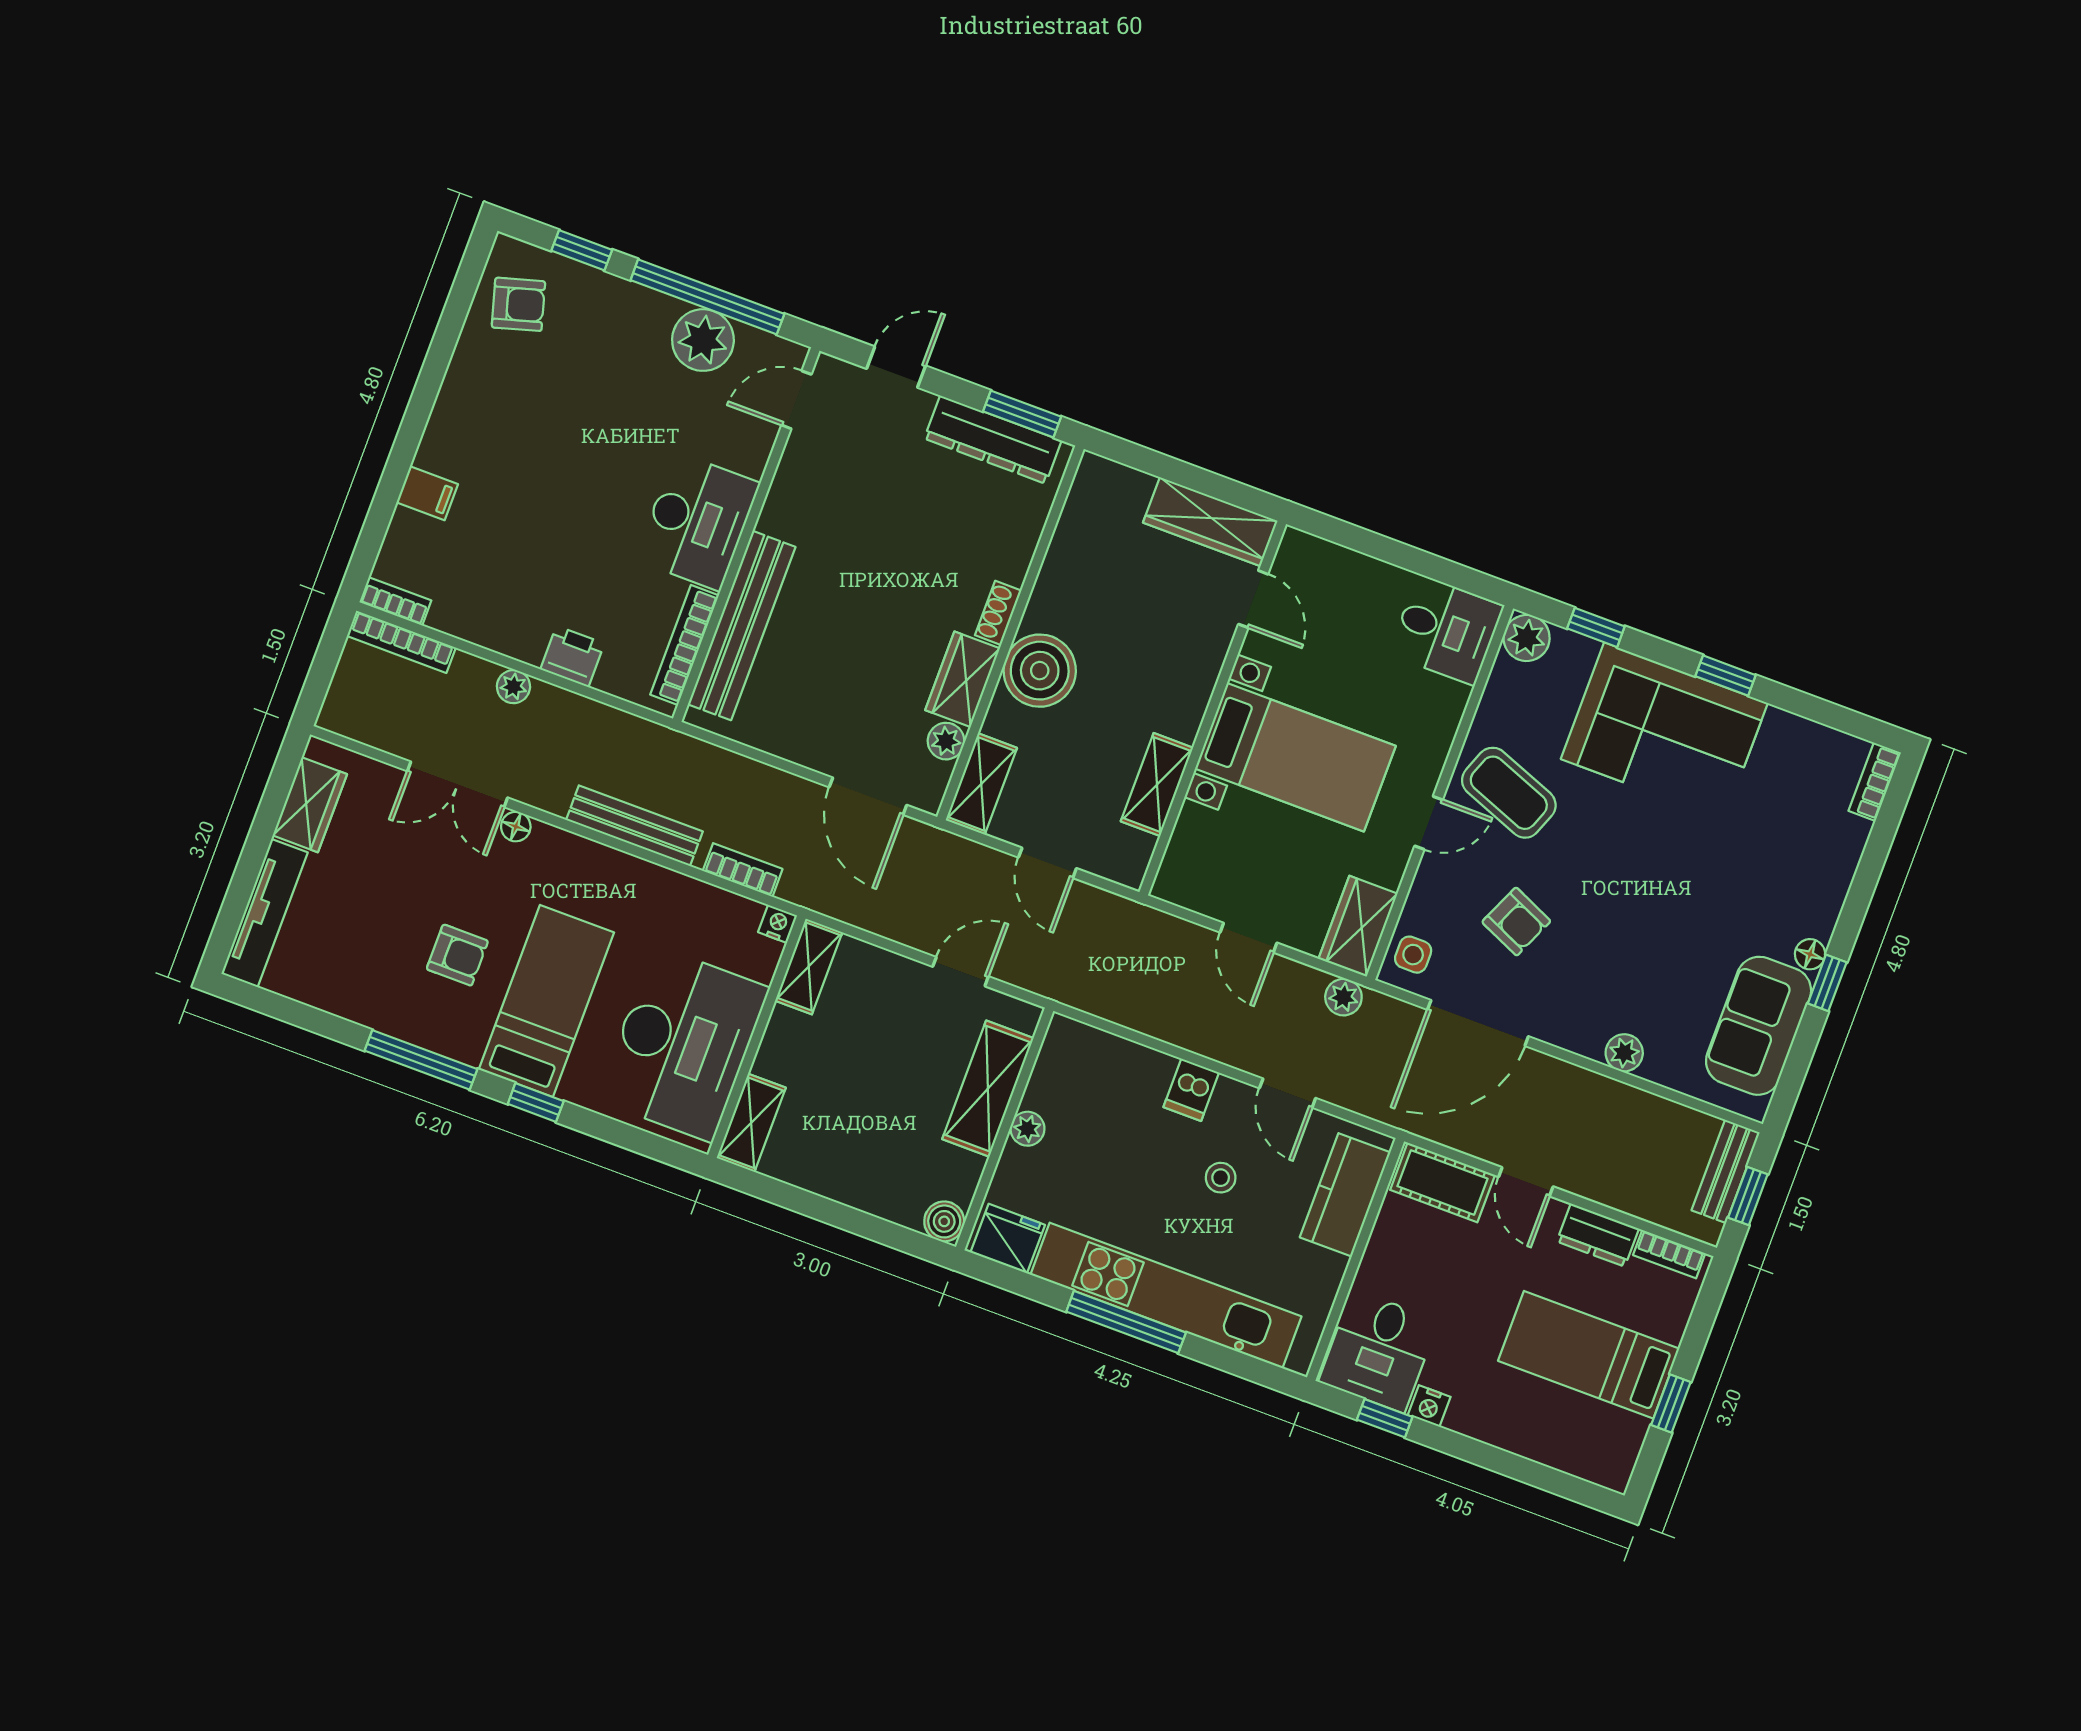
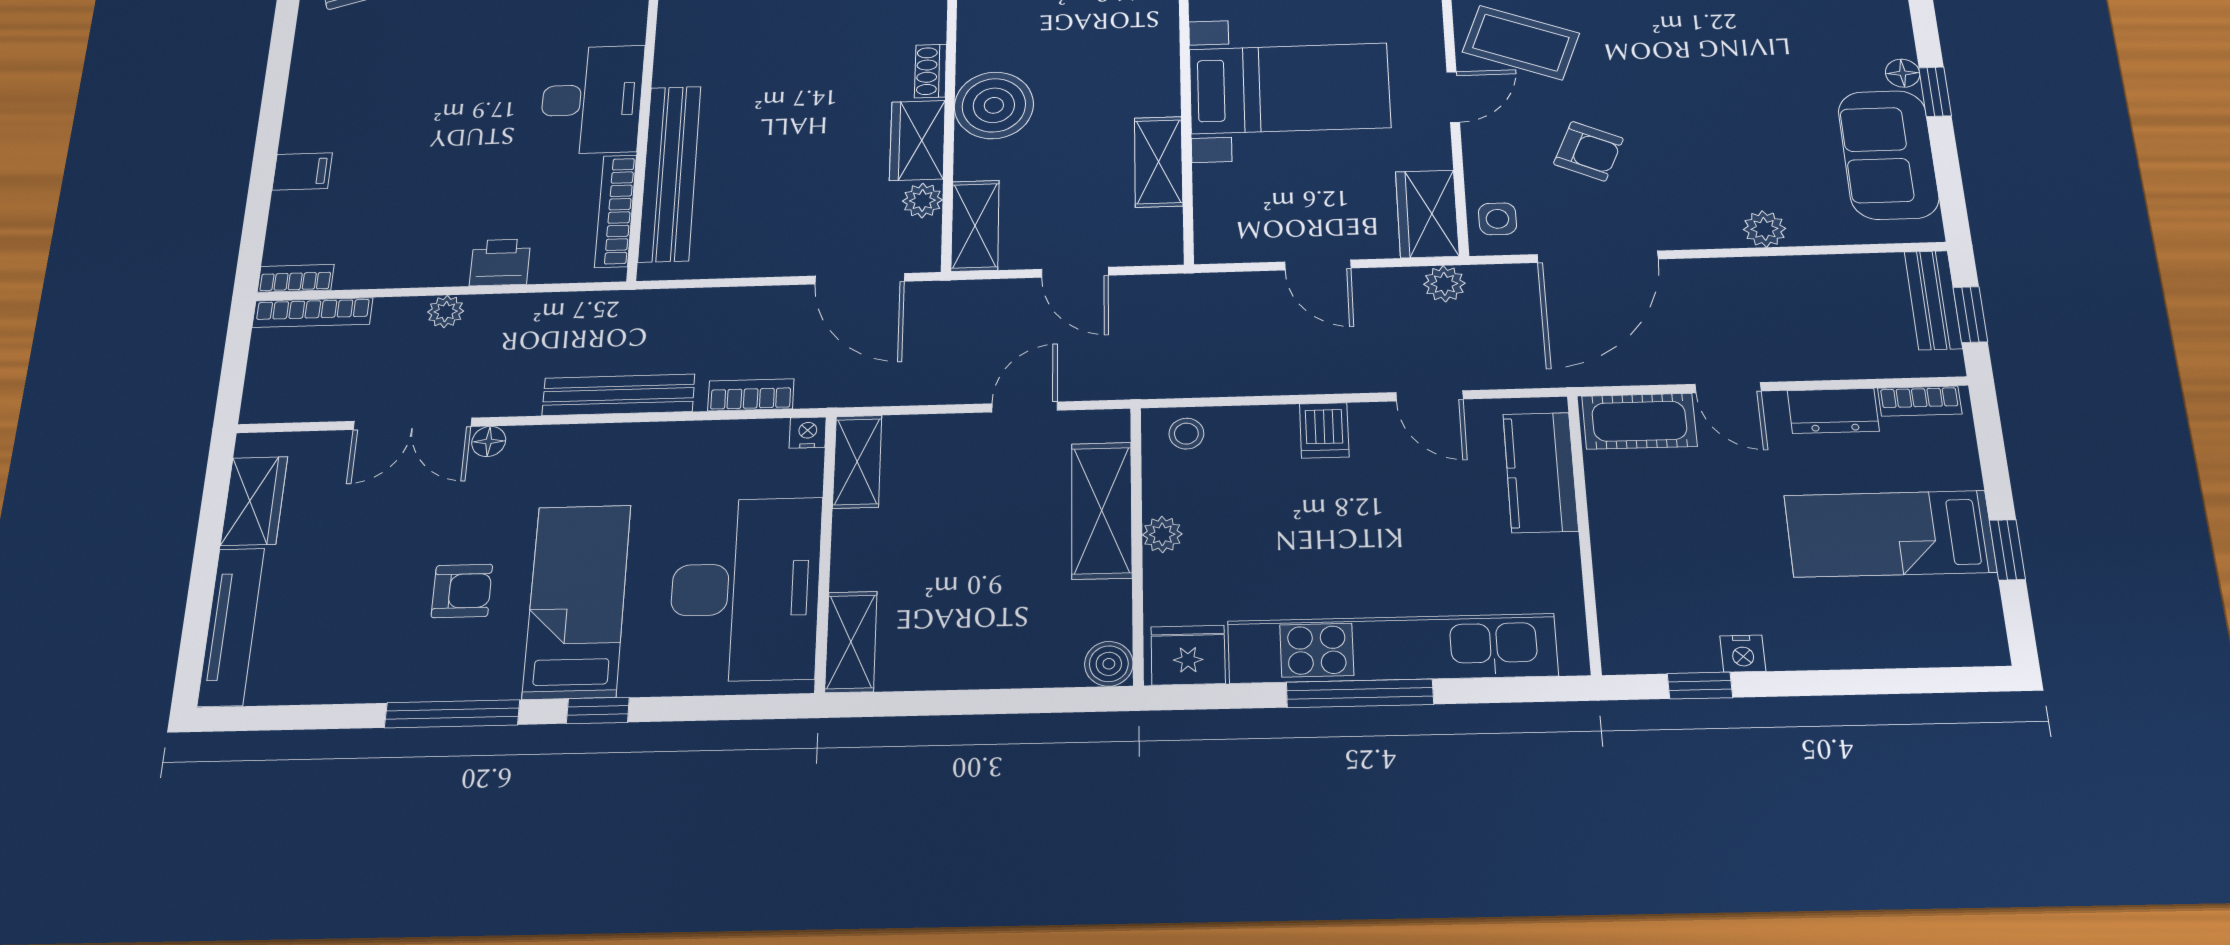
stool: (1221, 1178) -> (1186, 434), moved
desk: (1378, 1351) -> (1657, 617), removed

